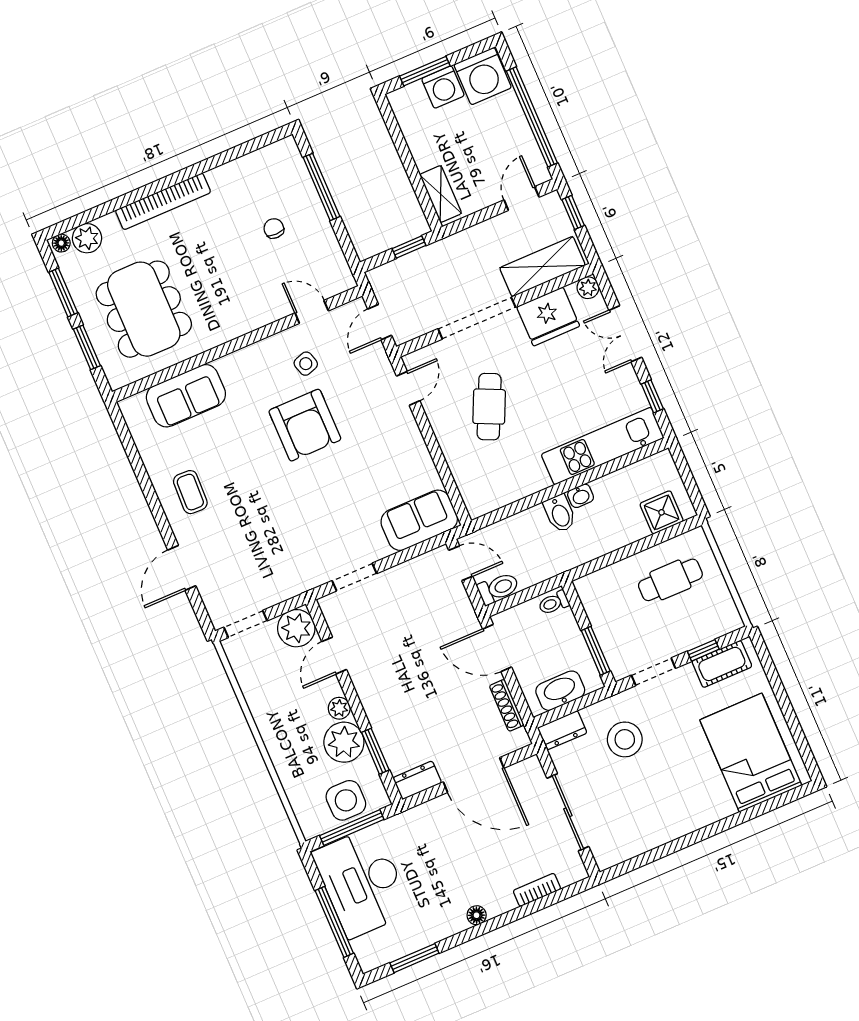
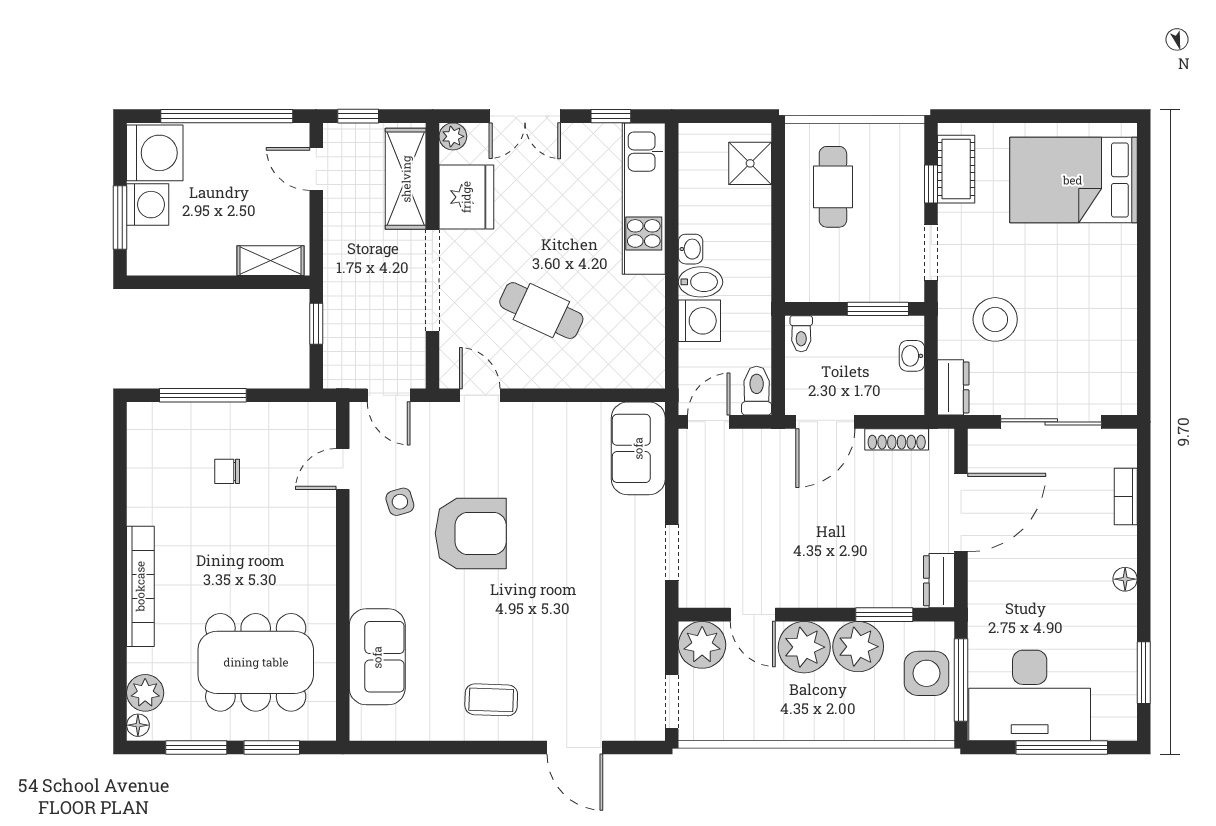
washing machine: (531, 525) -> (699, 321), added
washbasin: (560, 691) -> (912, 356), width x0.52, depth x0.69
plant: (339, 708) -> (804, 647), width x1.87, depth x1.87

